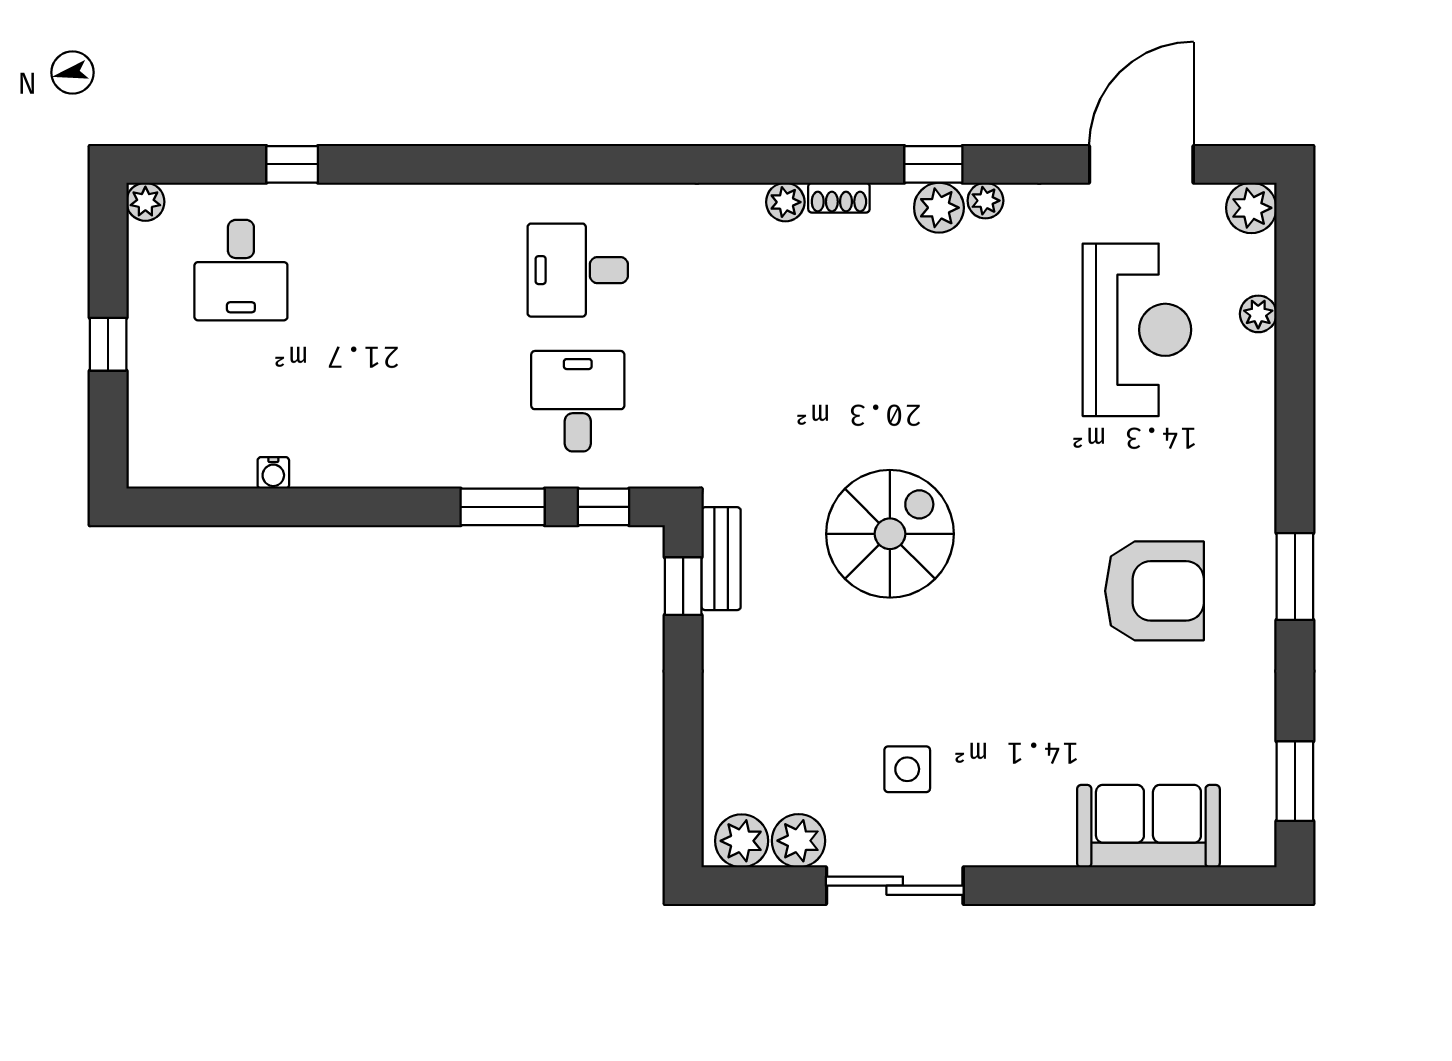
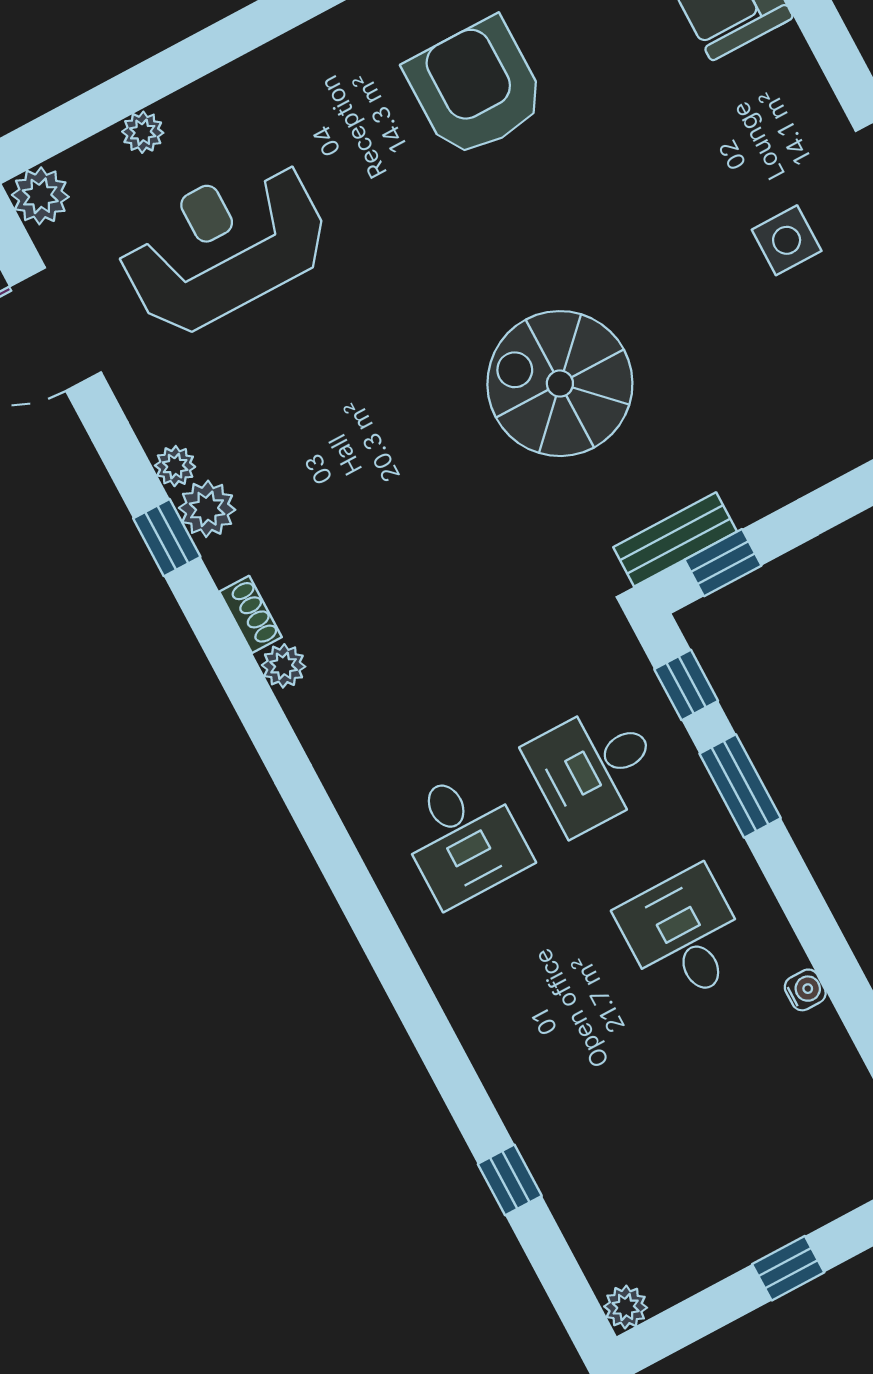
desk: (241, 270) -> (684, 936), moved, turned -90
water cooler: (273, 473) -> (805, 990), moved

